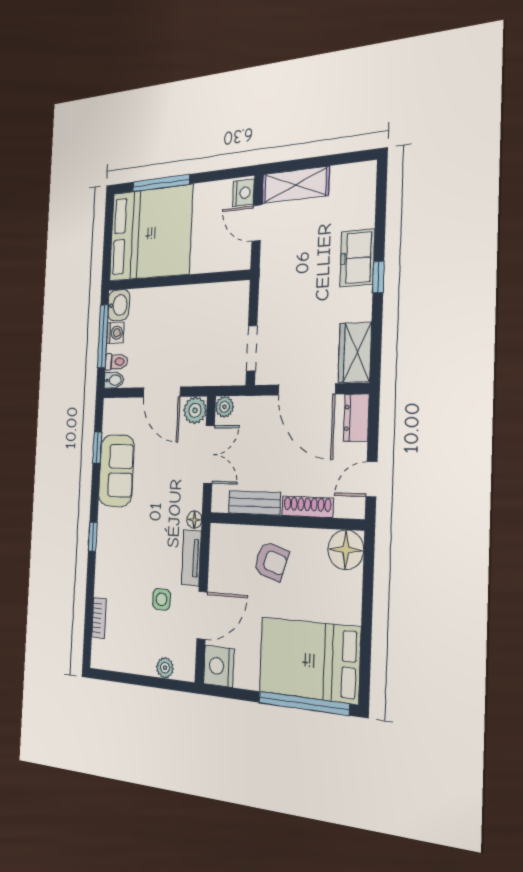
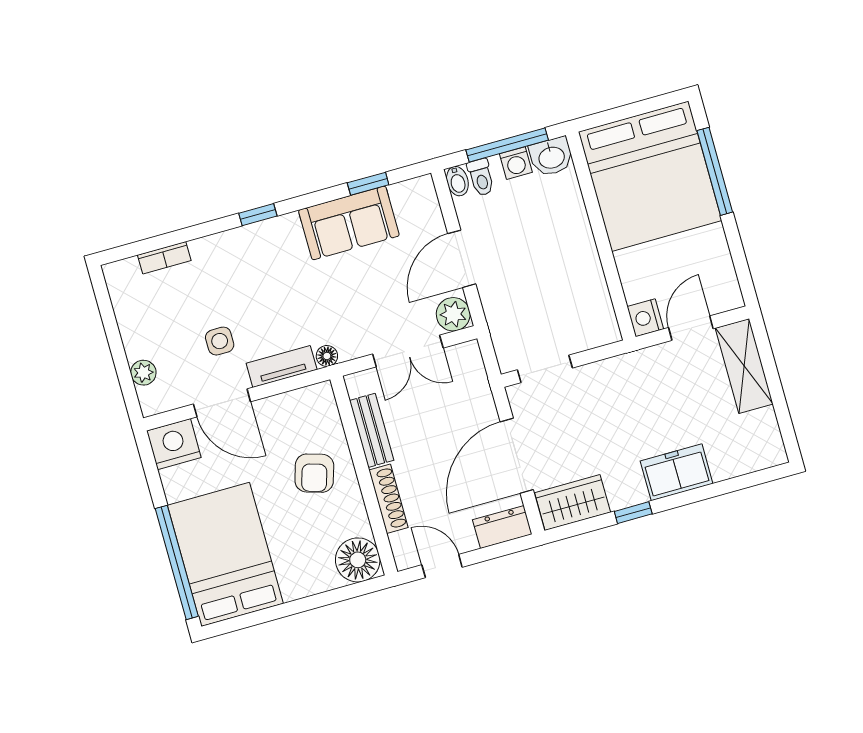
nightstand: (243, 193) -> (645, 318), moved, turned 90
window: (378, 277) -> (633, 513), moved
plant: (224, 407) -> (468, 354), removed

